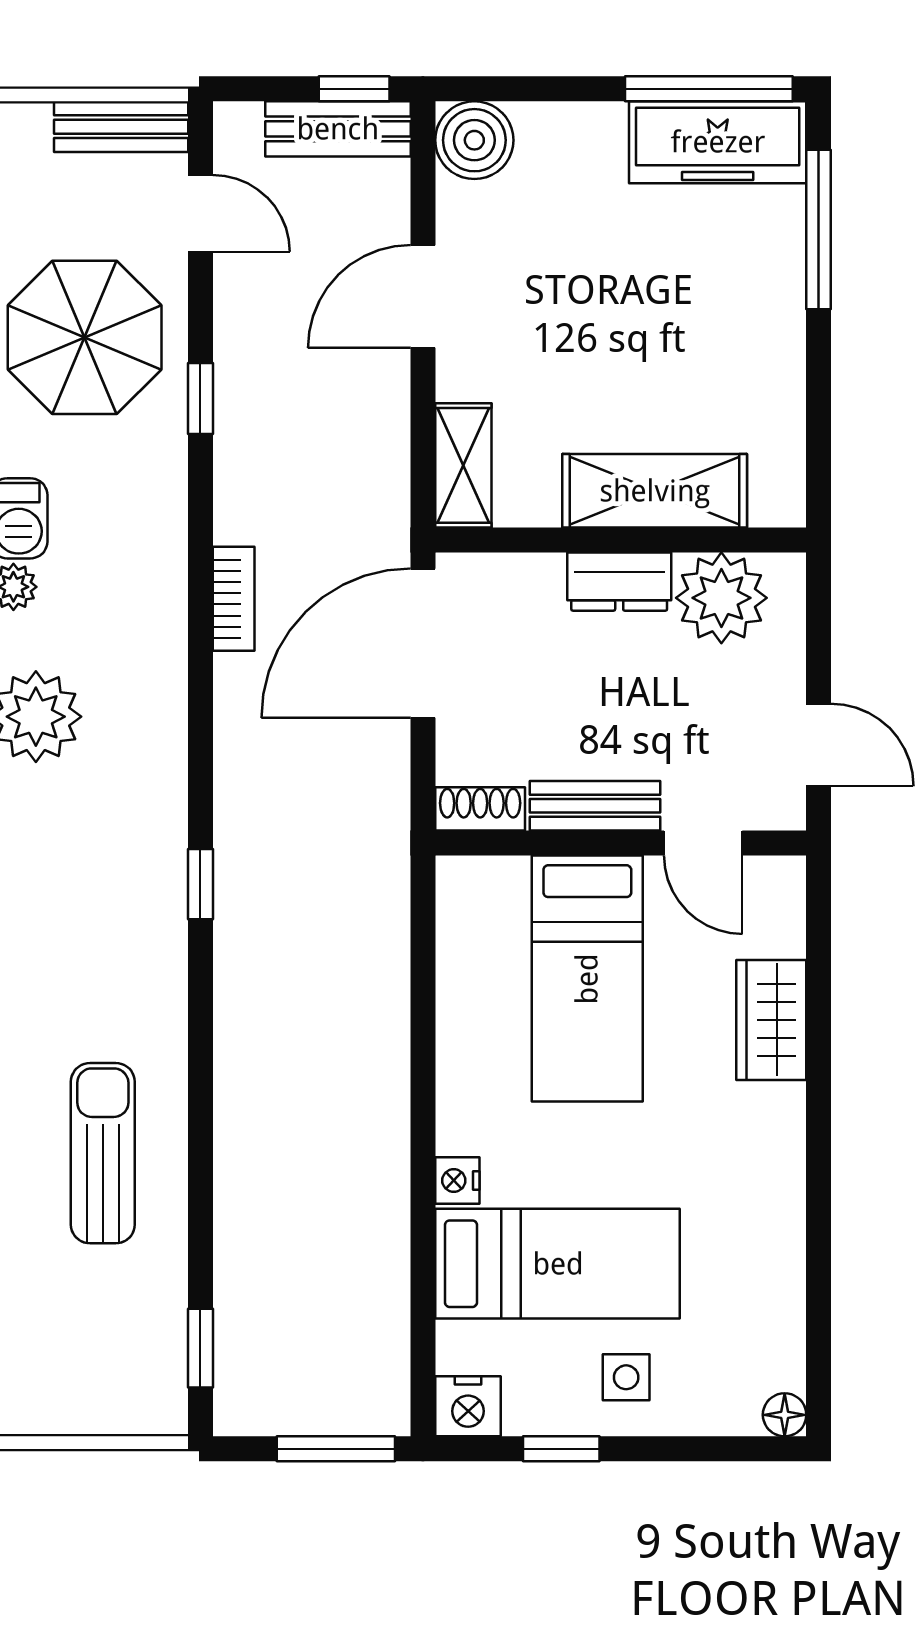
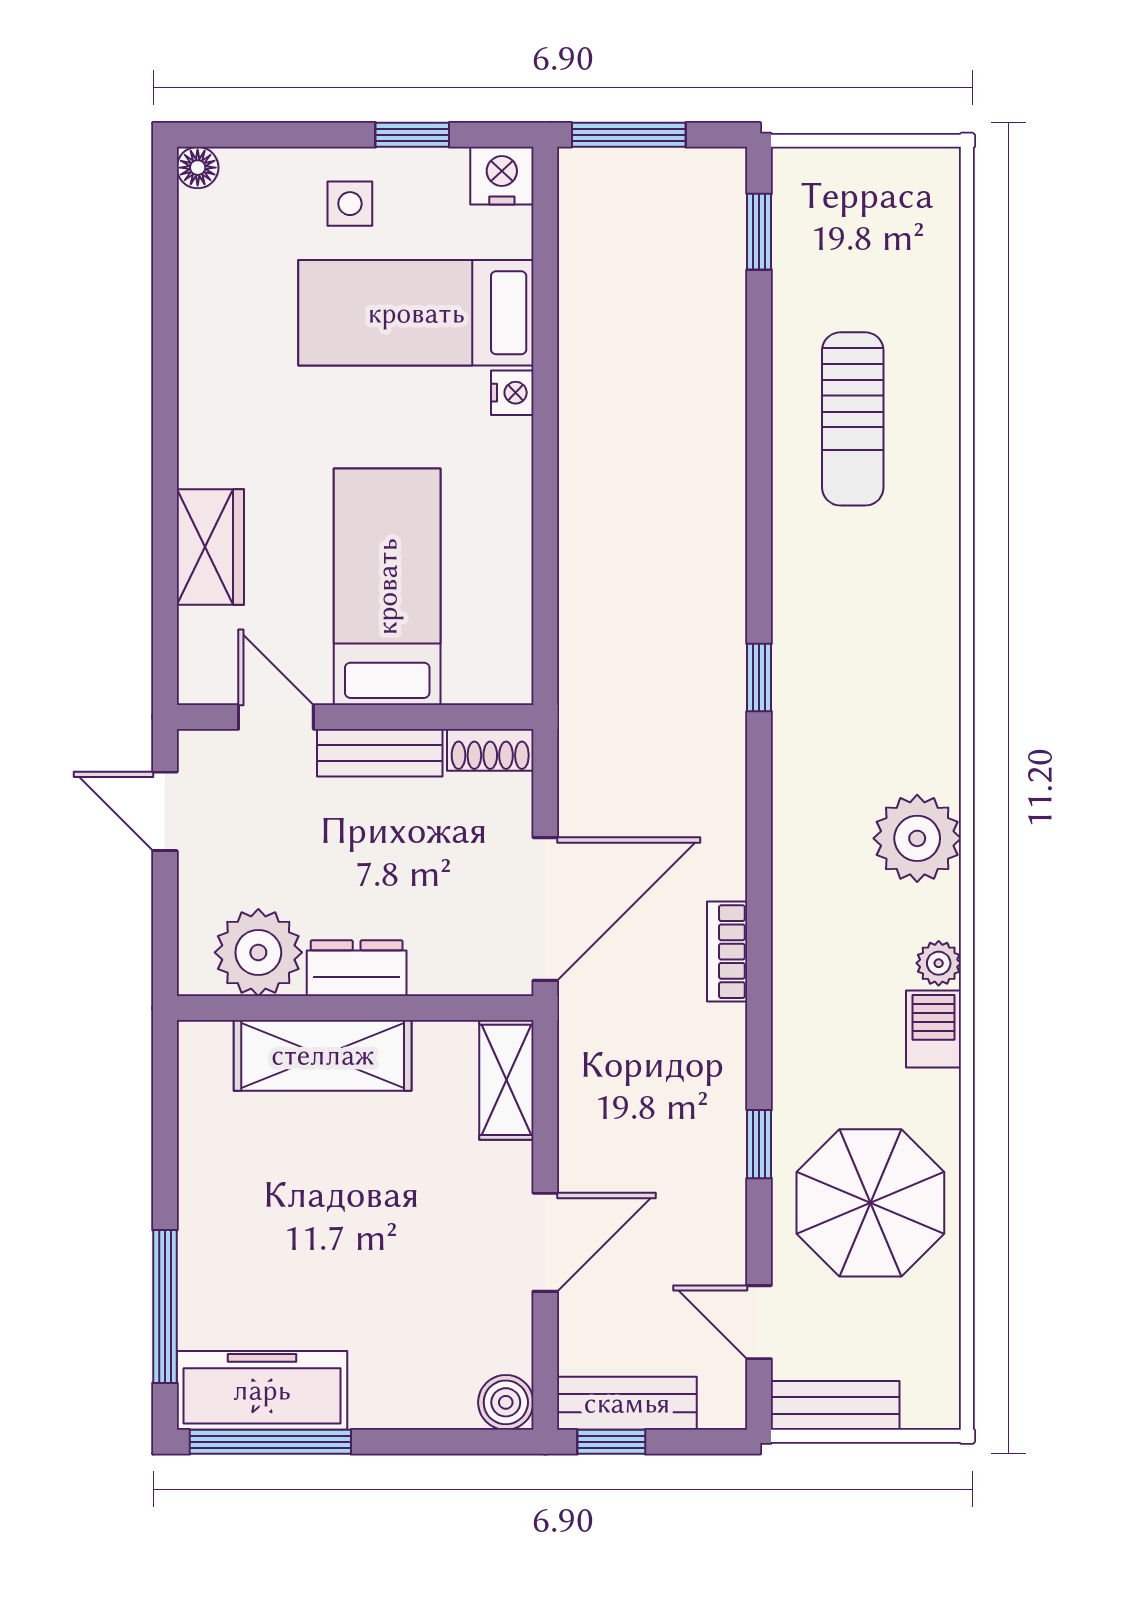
boiler: (474, 140) -> (506, 1402), width x0.73, depth x0.73

